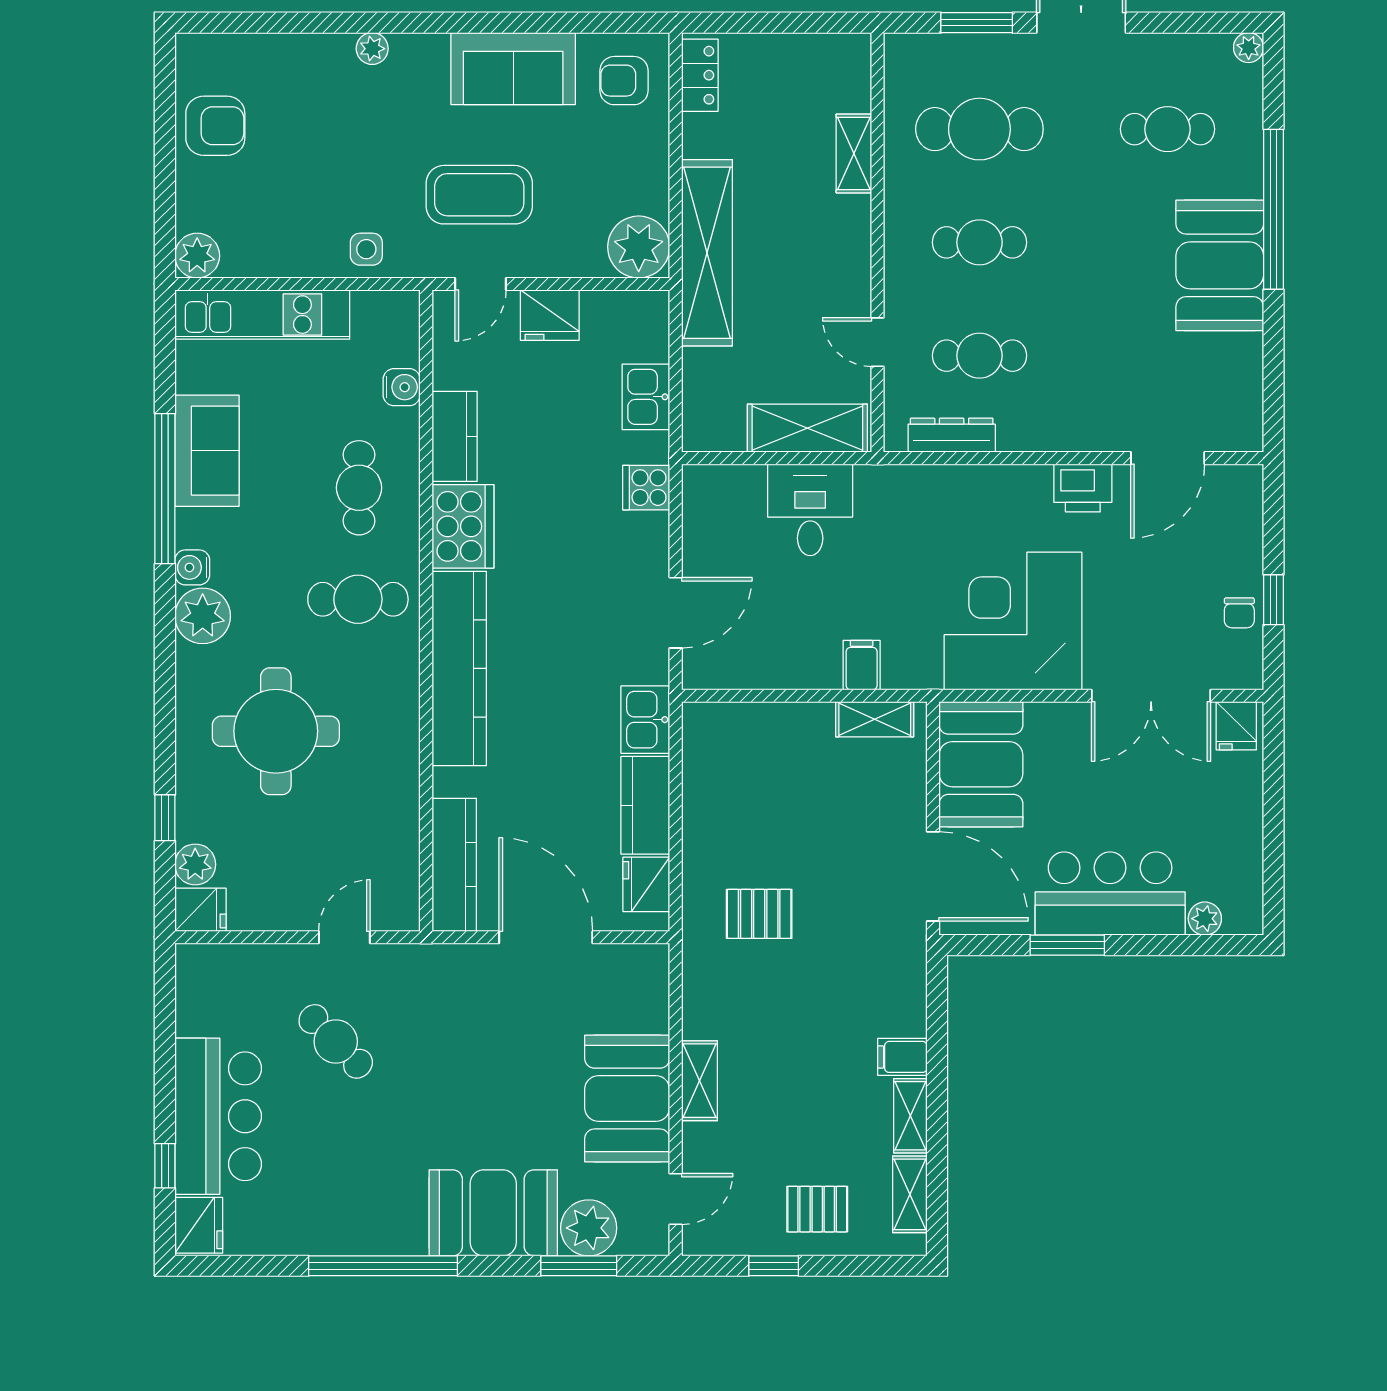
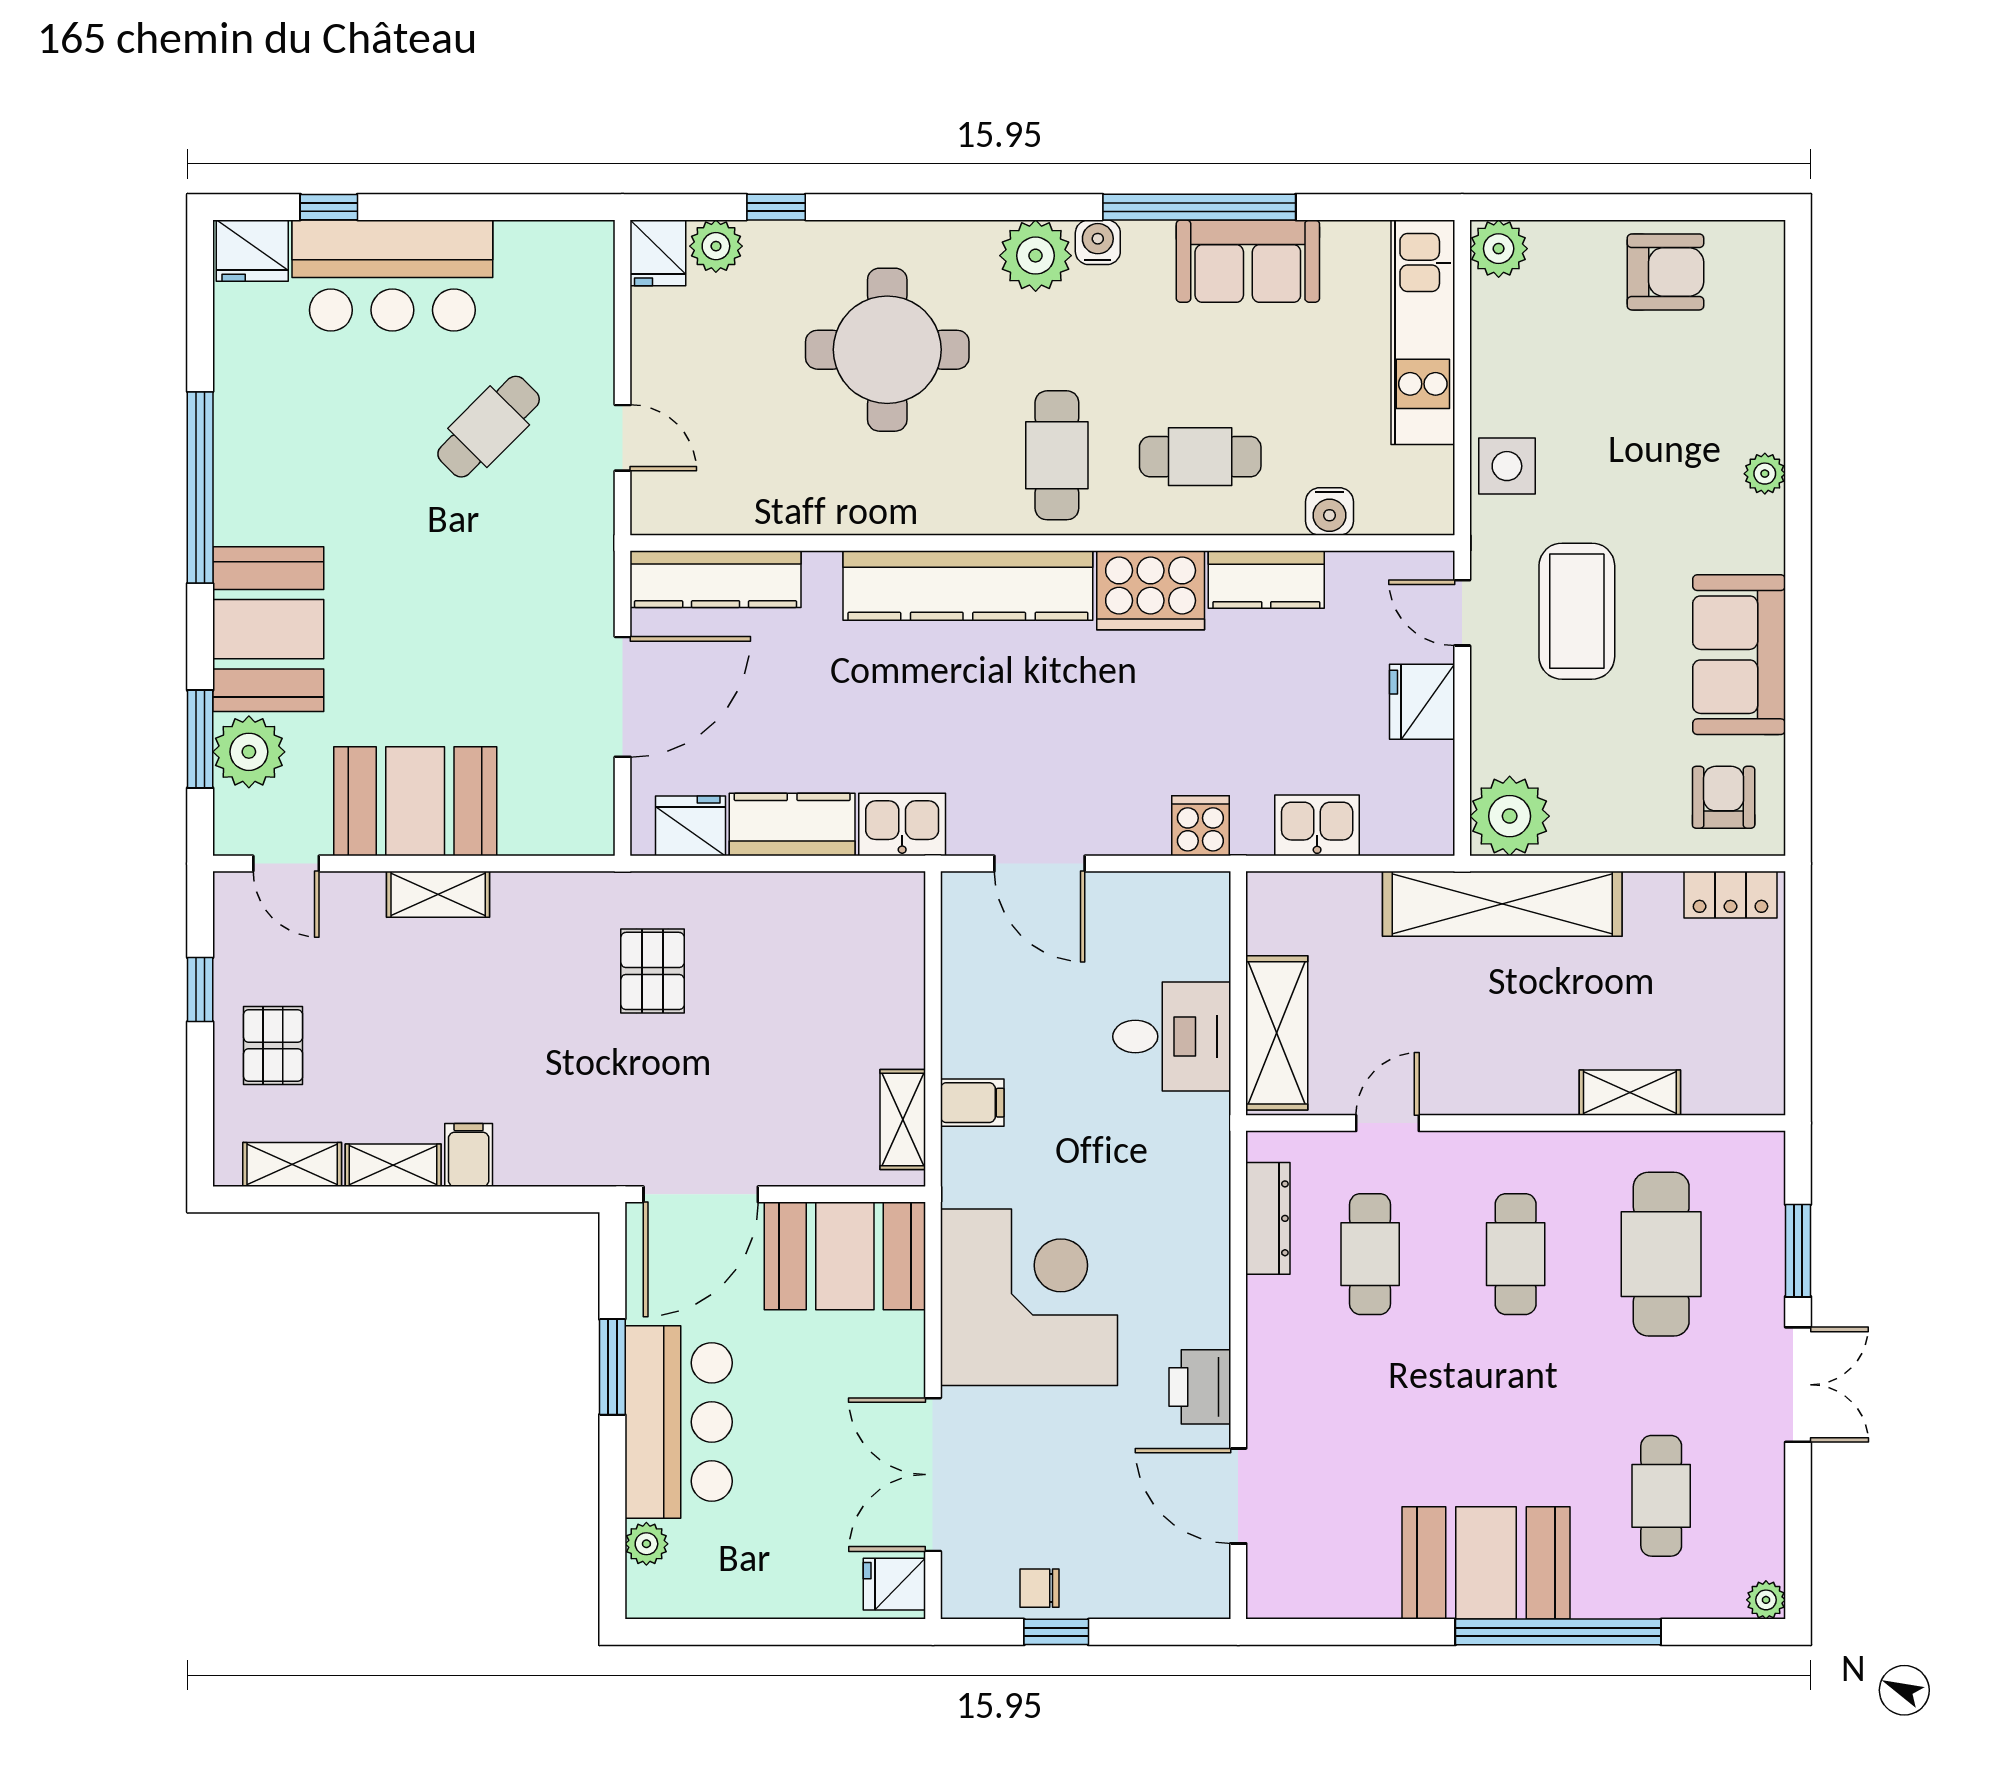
armchair: (215, 126) -> (1665, 272), turned -90
side table: (366, 249) -> (1507, 466), width x1.37, depth x1.37

